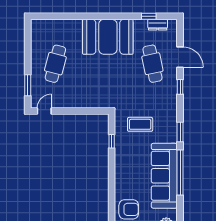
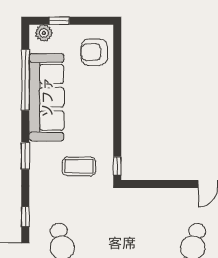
window: (112, 141) -> (117, 166), moved
window: (180, 173) -> (25, 80), moved

